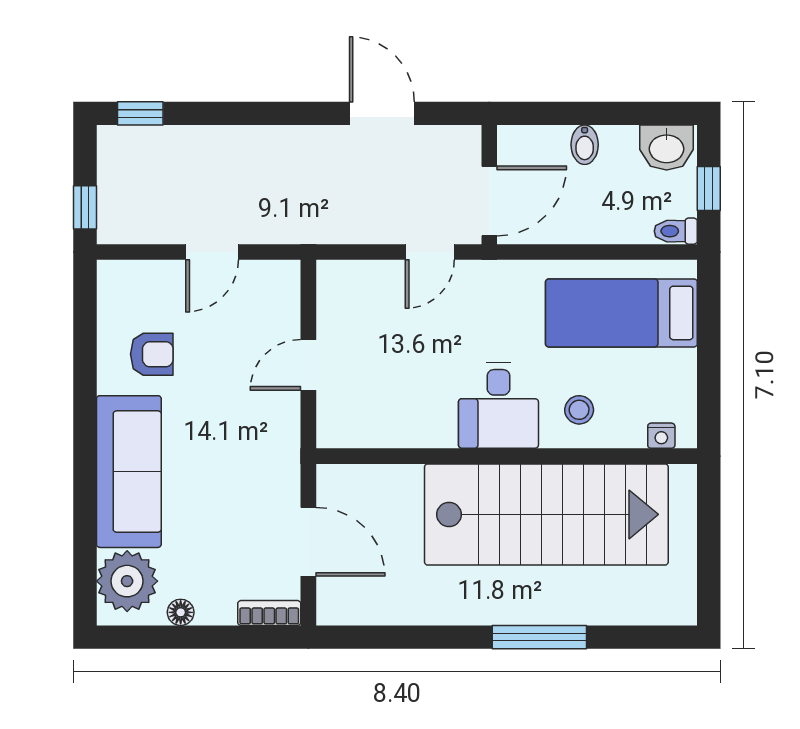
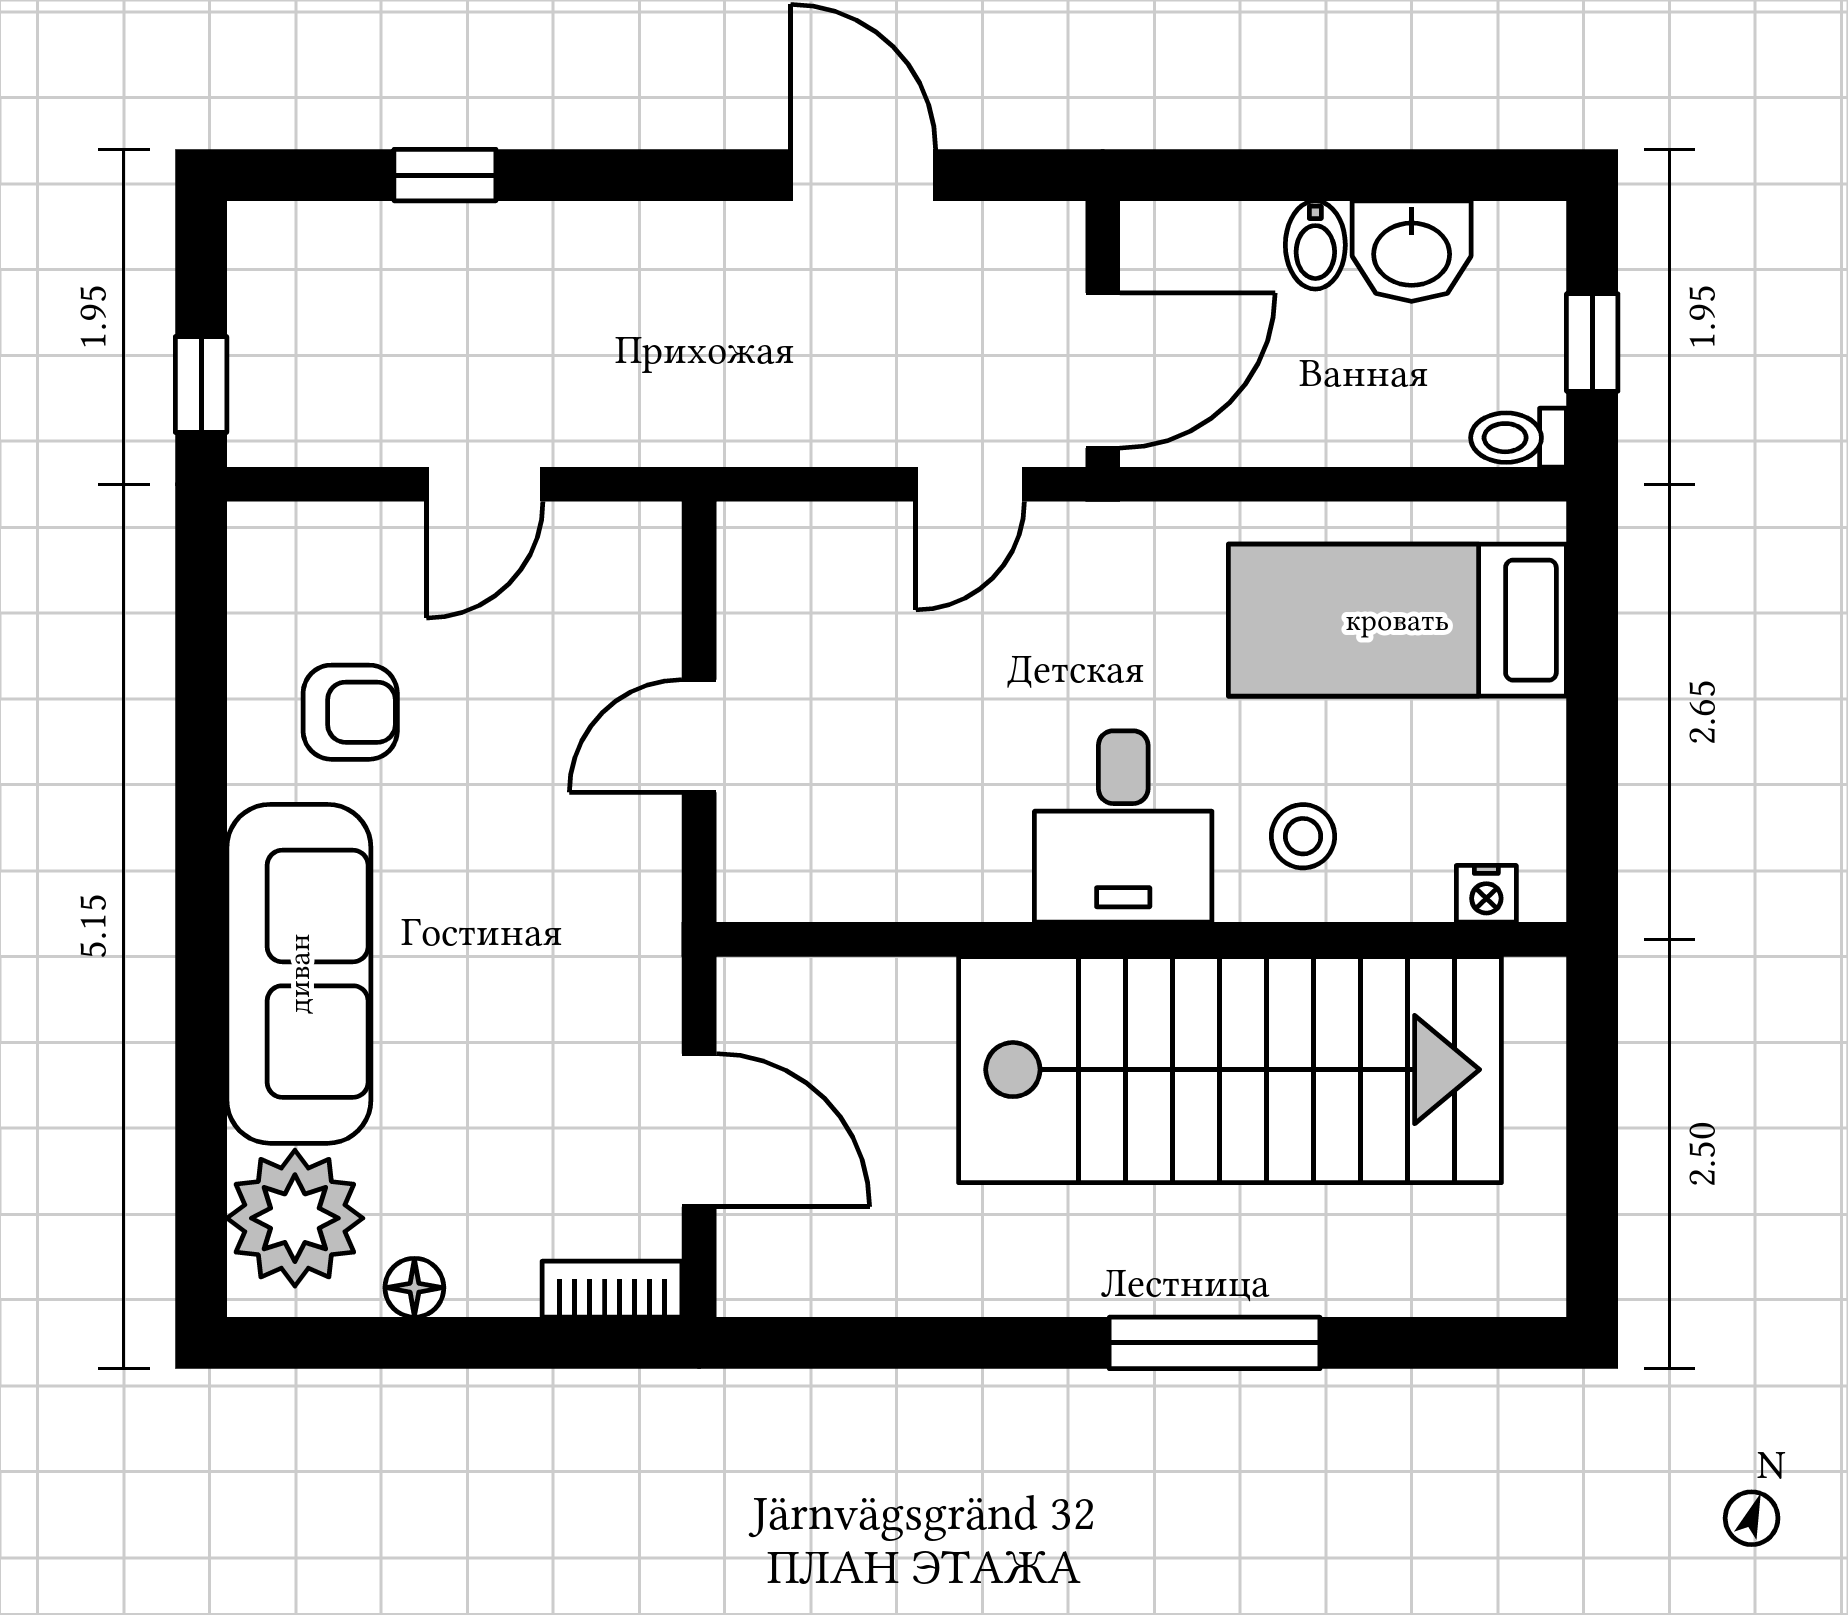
window: (140, 113) -> (445, 175), moved
washbasin: (667, 147) -> (1412, 251), moved

